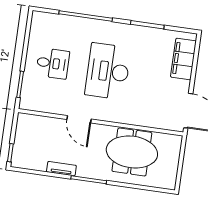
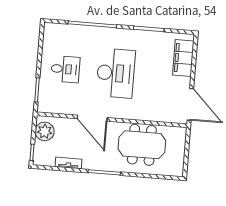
desk: (108, 71) -> (116, 73), turned 180
door: (79, 119) -> (92, 118), width x1.36
plant: (26, 131) -> (45, 131), added
tv unit: (61, 169) -> (68, 163), moved

